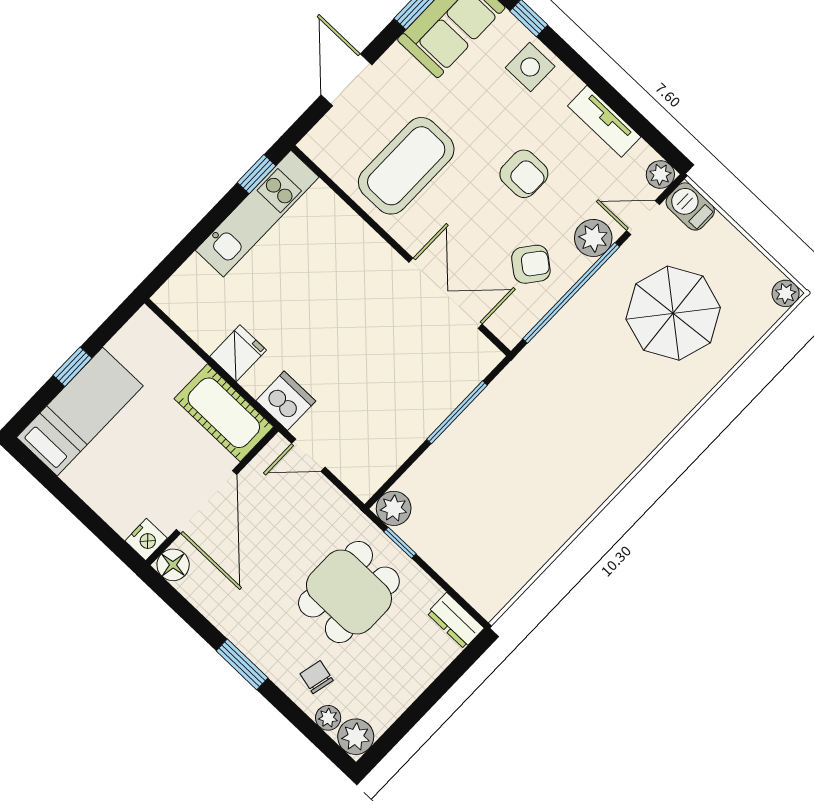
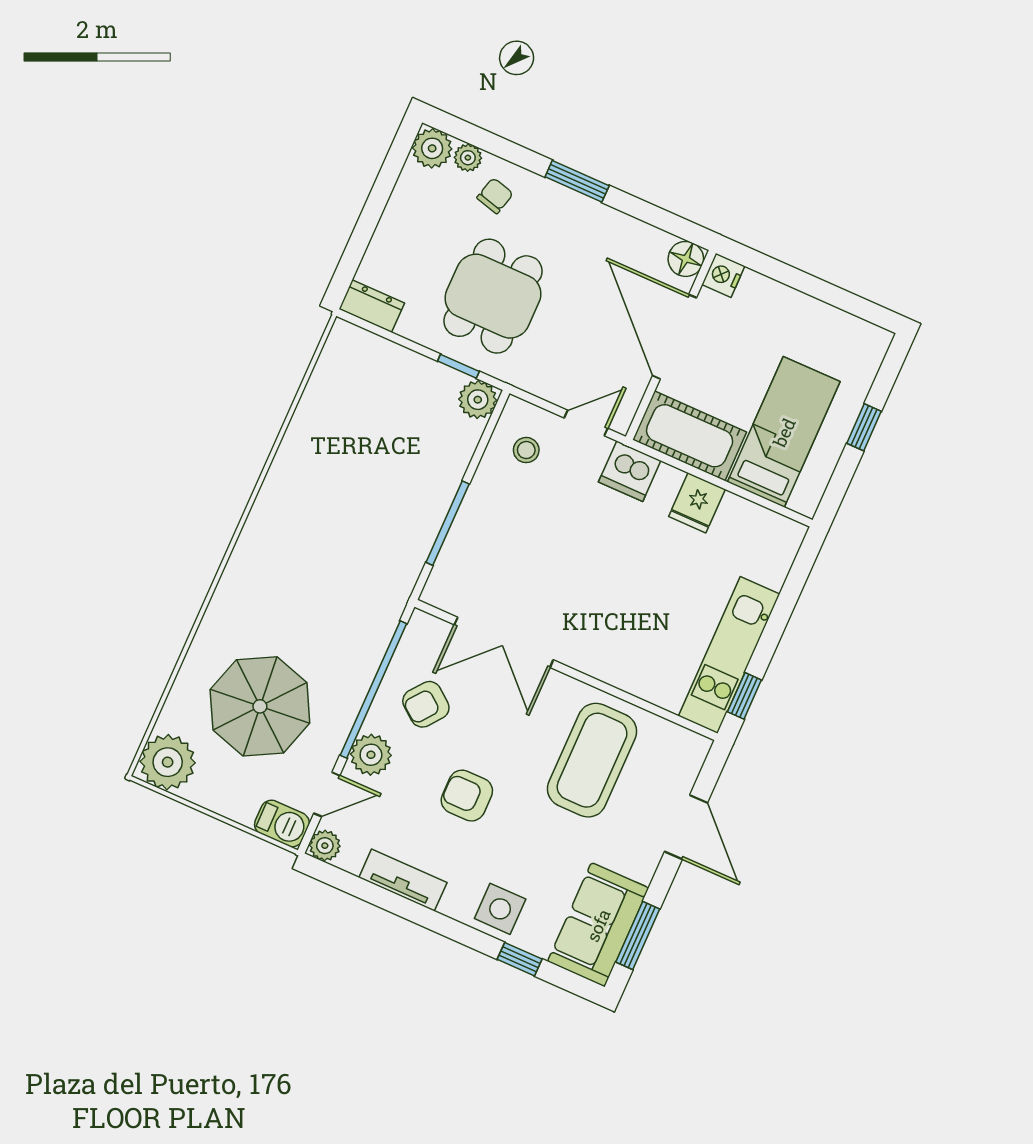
plant: (786, 293) -> (168, 762), width x1.87, depth x1.87
bed: (80, 412) -> (784, 432), moved, turned 180
stool: (368, 451) -> (526, 450), added
chair: (317, 677) -> (495, 196), turned -88

